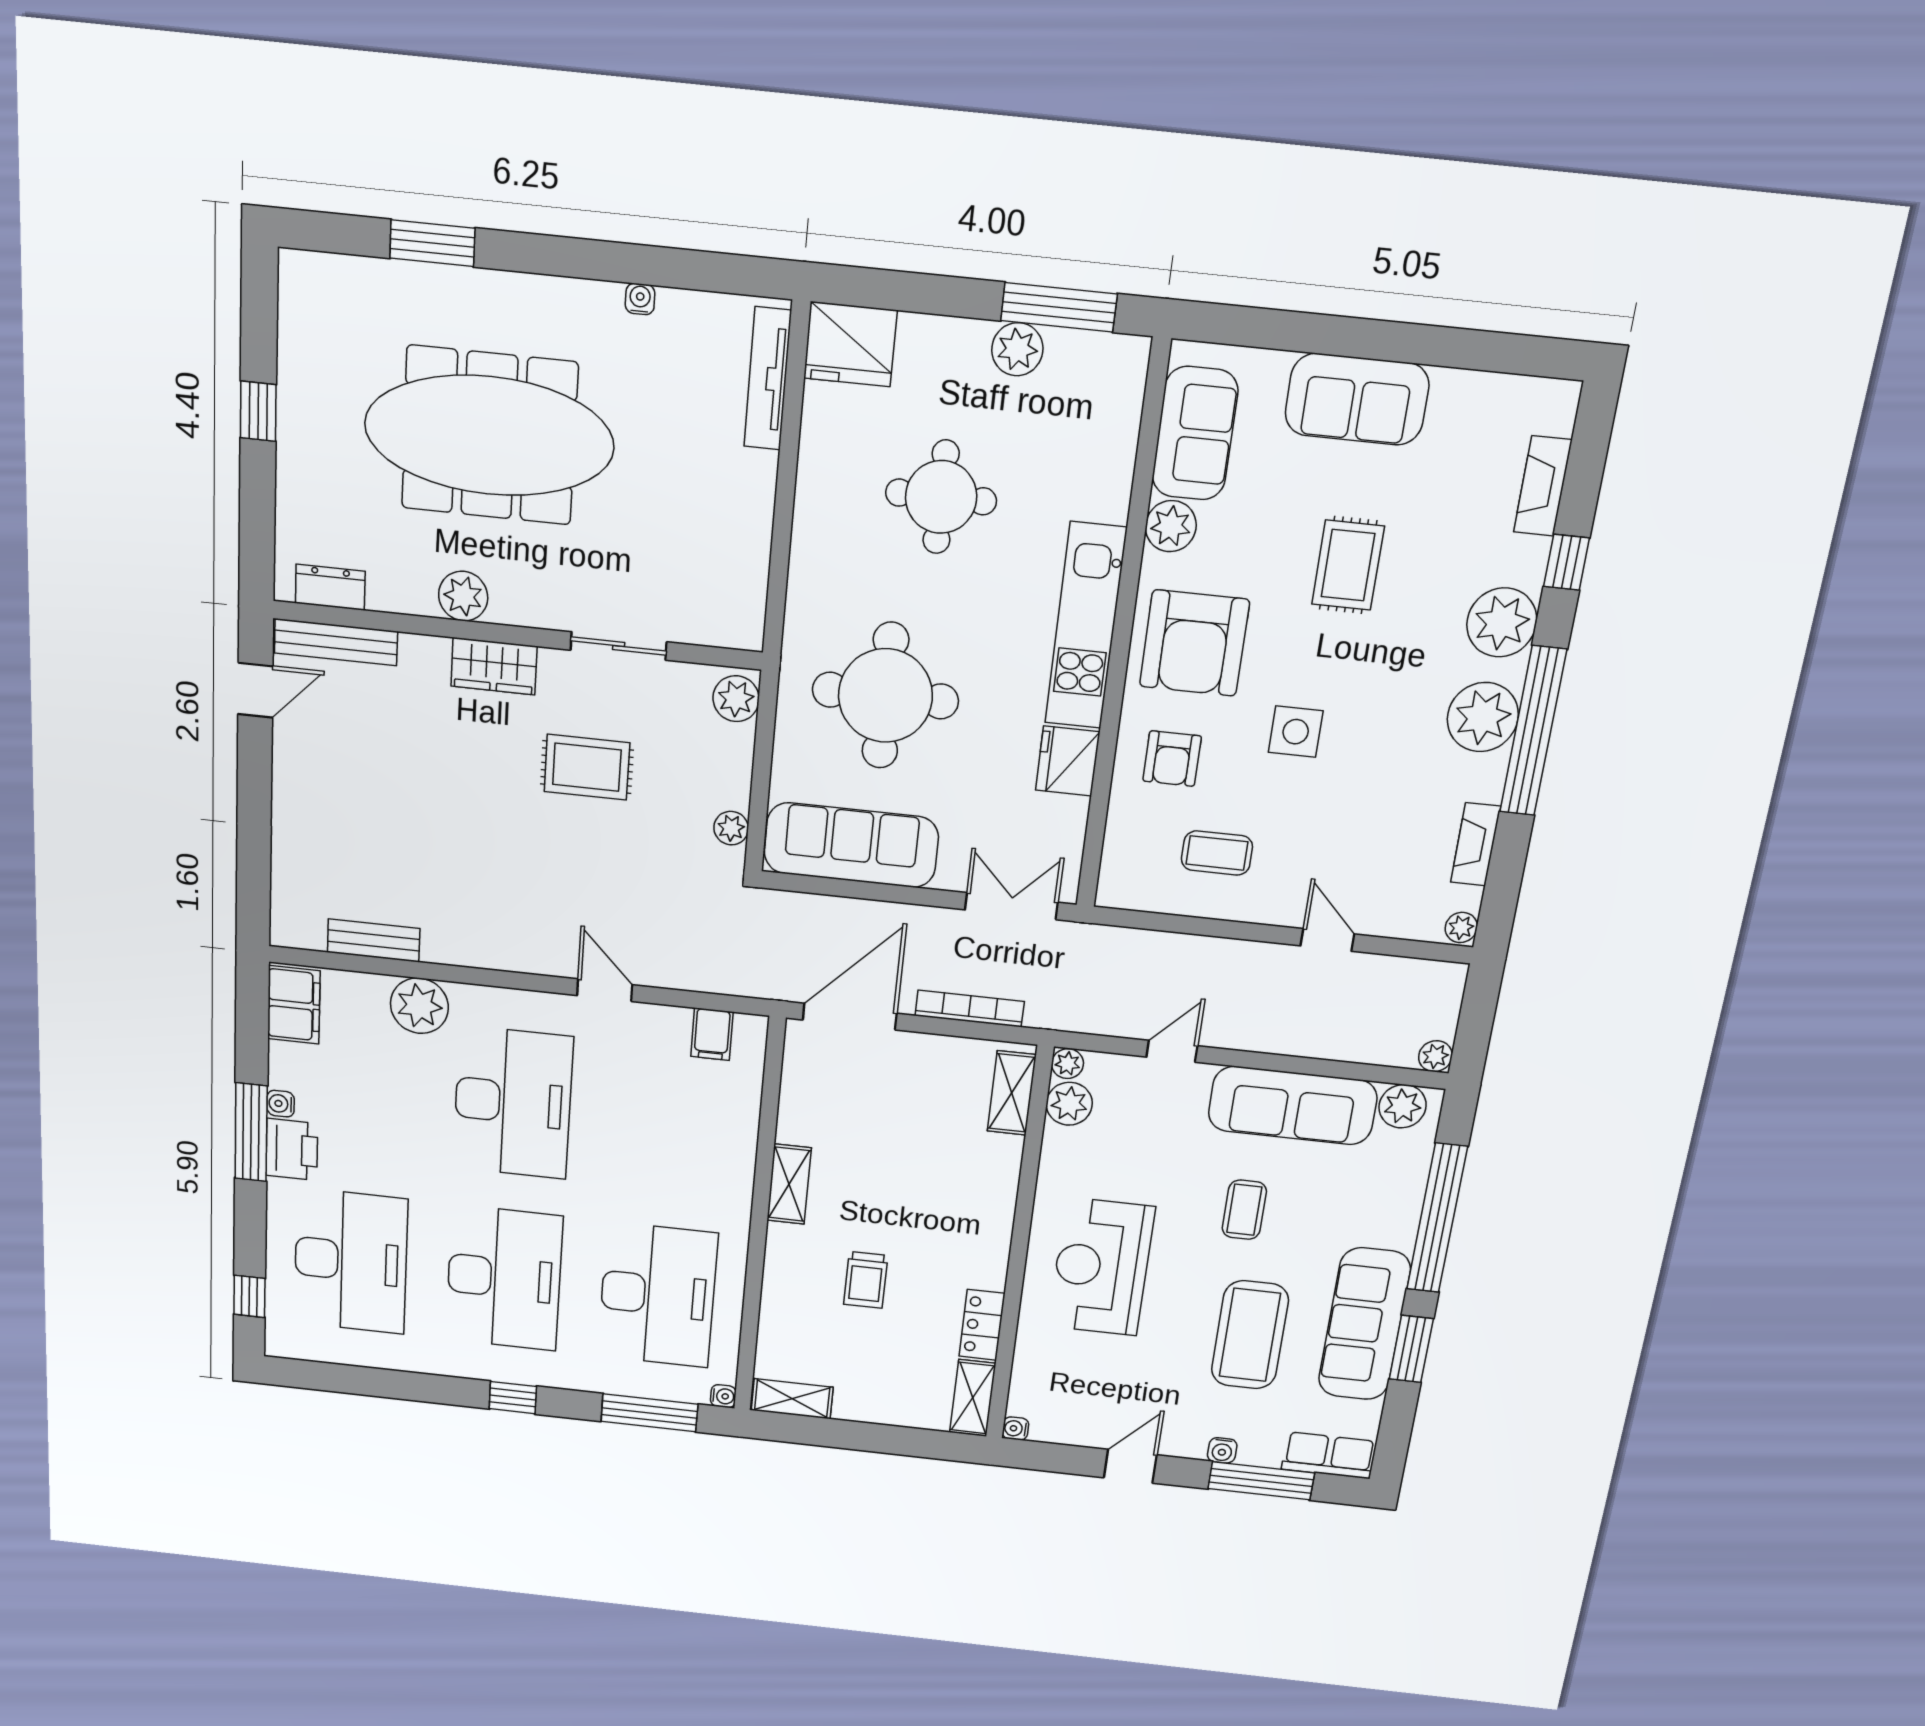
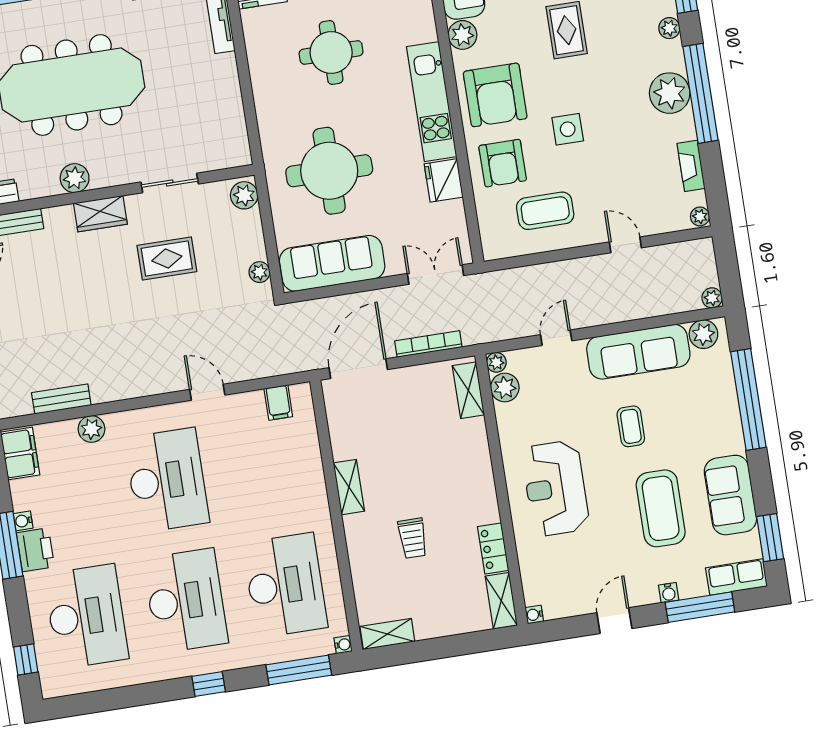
plant: (1502, 622) -> (669, 28), width x0.53, depth x0.53
armchair: (1172, 759) -> (503, 163), width x1.38, depth x1.38
coffee table: (1217, 853) -> (545, 211), width x1.36, depth x1.30
plant: (419, 1006) -> (91, 429), width x0.73, depth x0.73
sofa: (1364, 1324) -> (730, 495), width x0.73
window: (1411, 1349) -> (770, 538), moved

